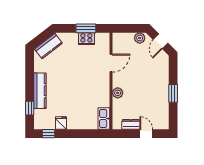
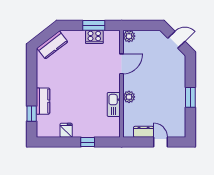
plant: (140, 38) -> (129, 36), moved
door: (161, 41) -> (176, 40), swing flipped
kitchen counter: (40, 91) -> (43, 101), width x0.67
kitchen sink: (104, 119) -> (114, 104), moved
window: (48, 134) -> (88, 142), moved

